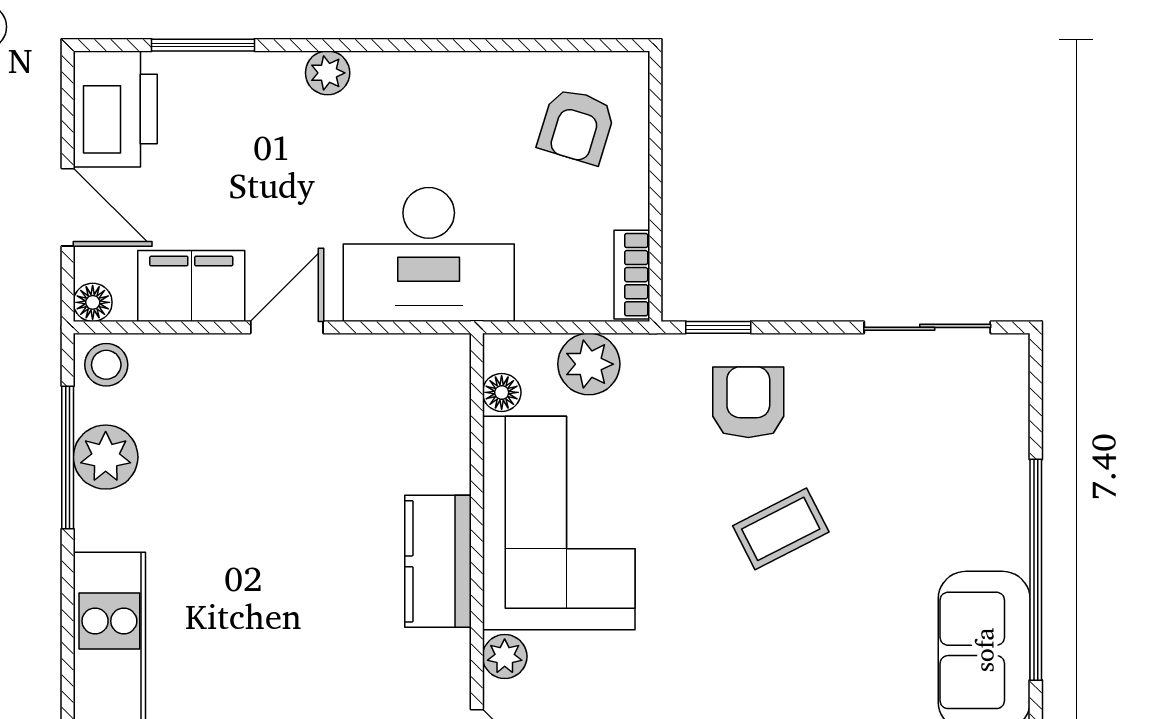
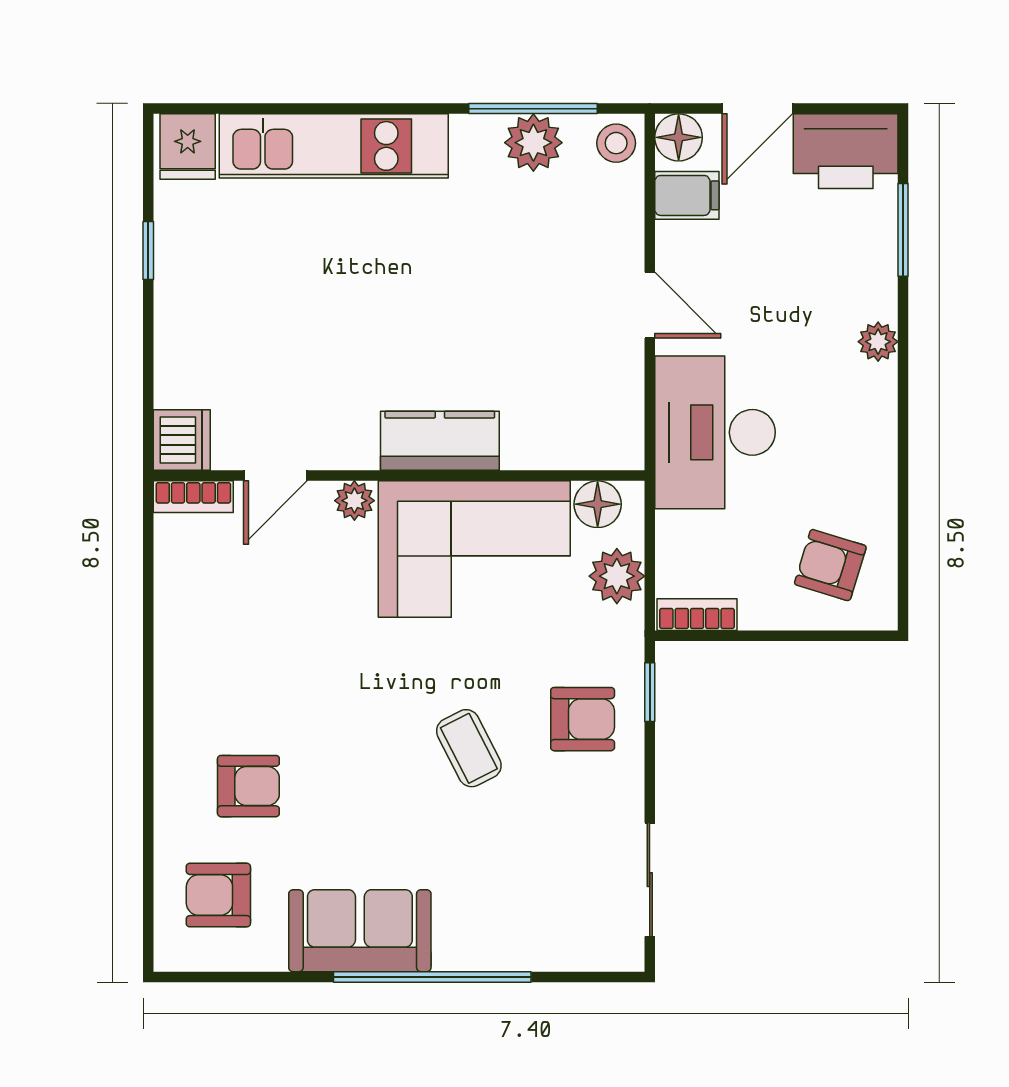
filing cabinet: (191, 286) -> (687, 195), width x0.50
floor lamp: (93, 302) -> (679, 137), width x1.37, depth x1.37
floor lamp: (502, 392) -> (598, 504), width x1.37, depth x1.37

